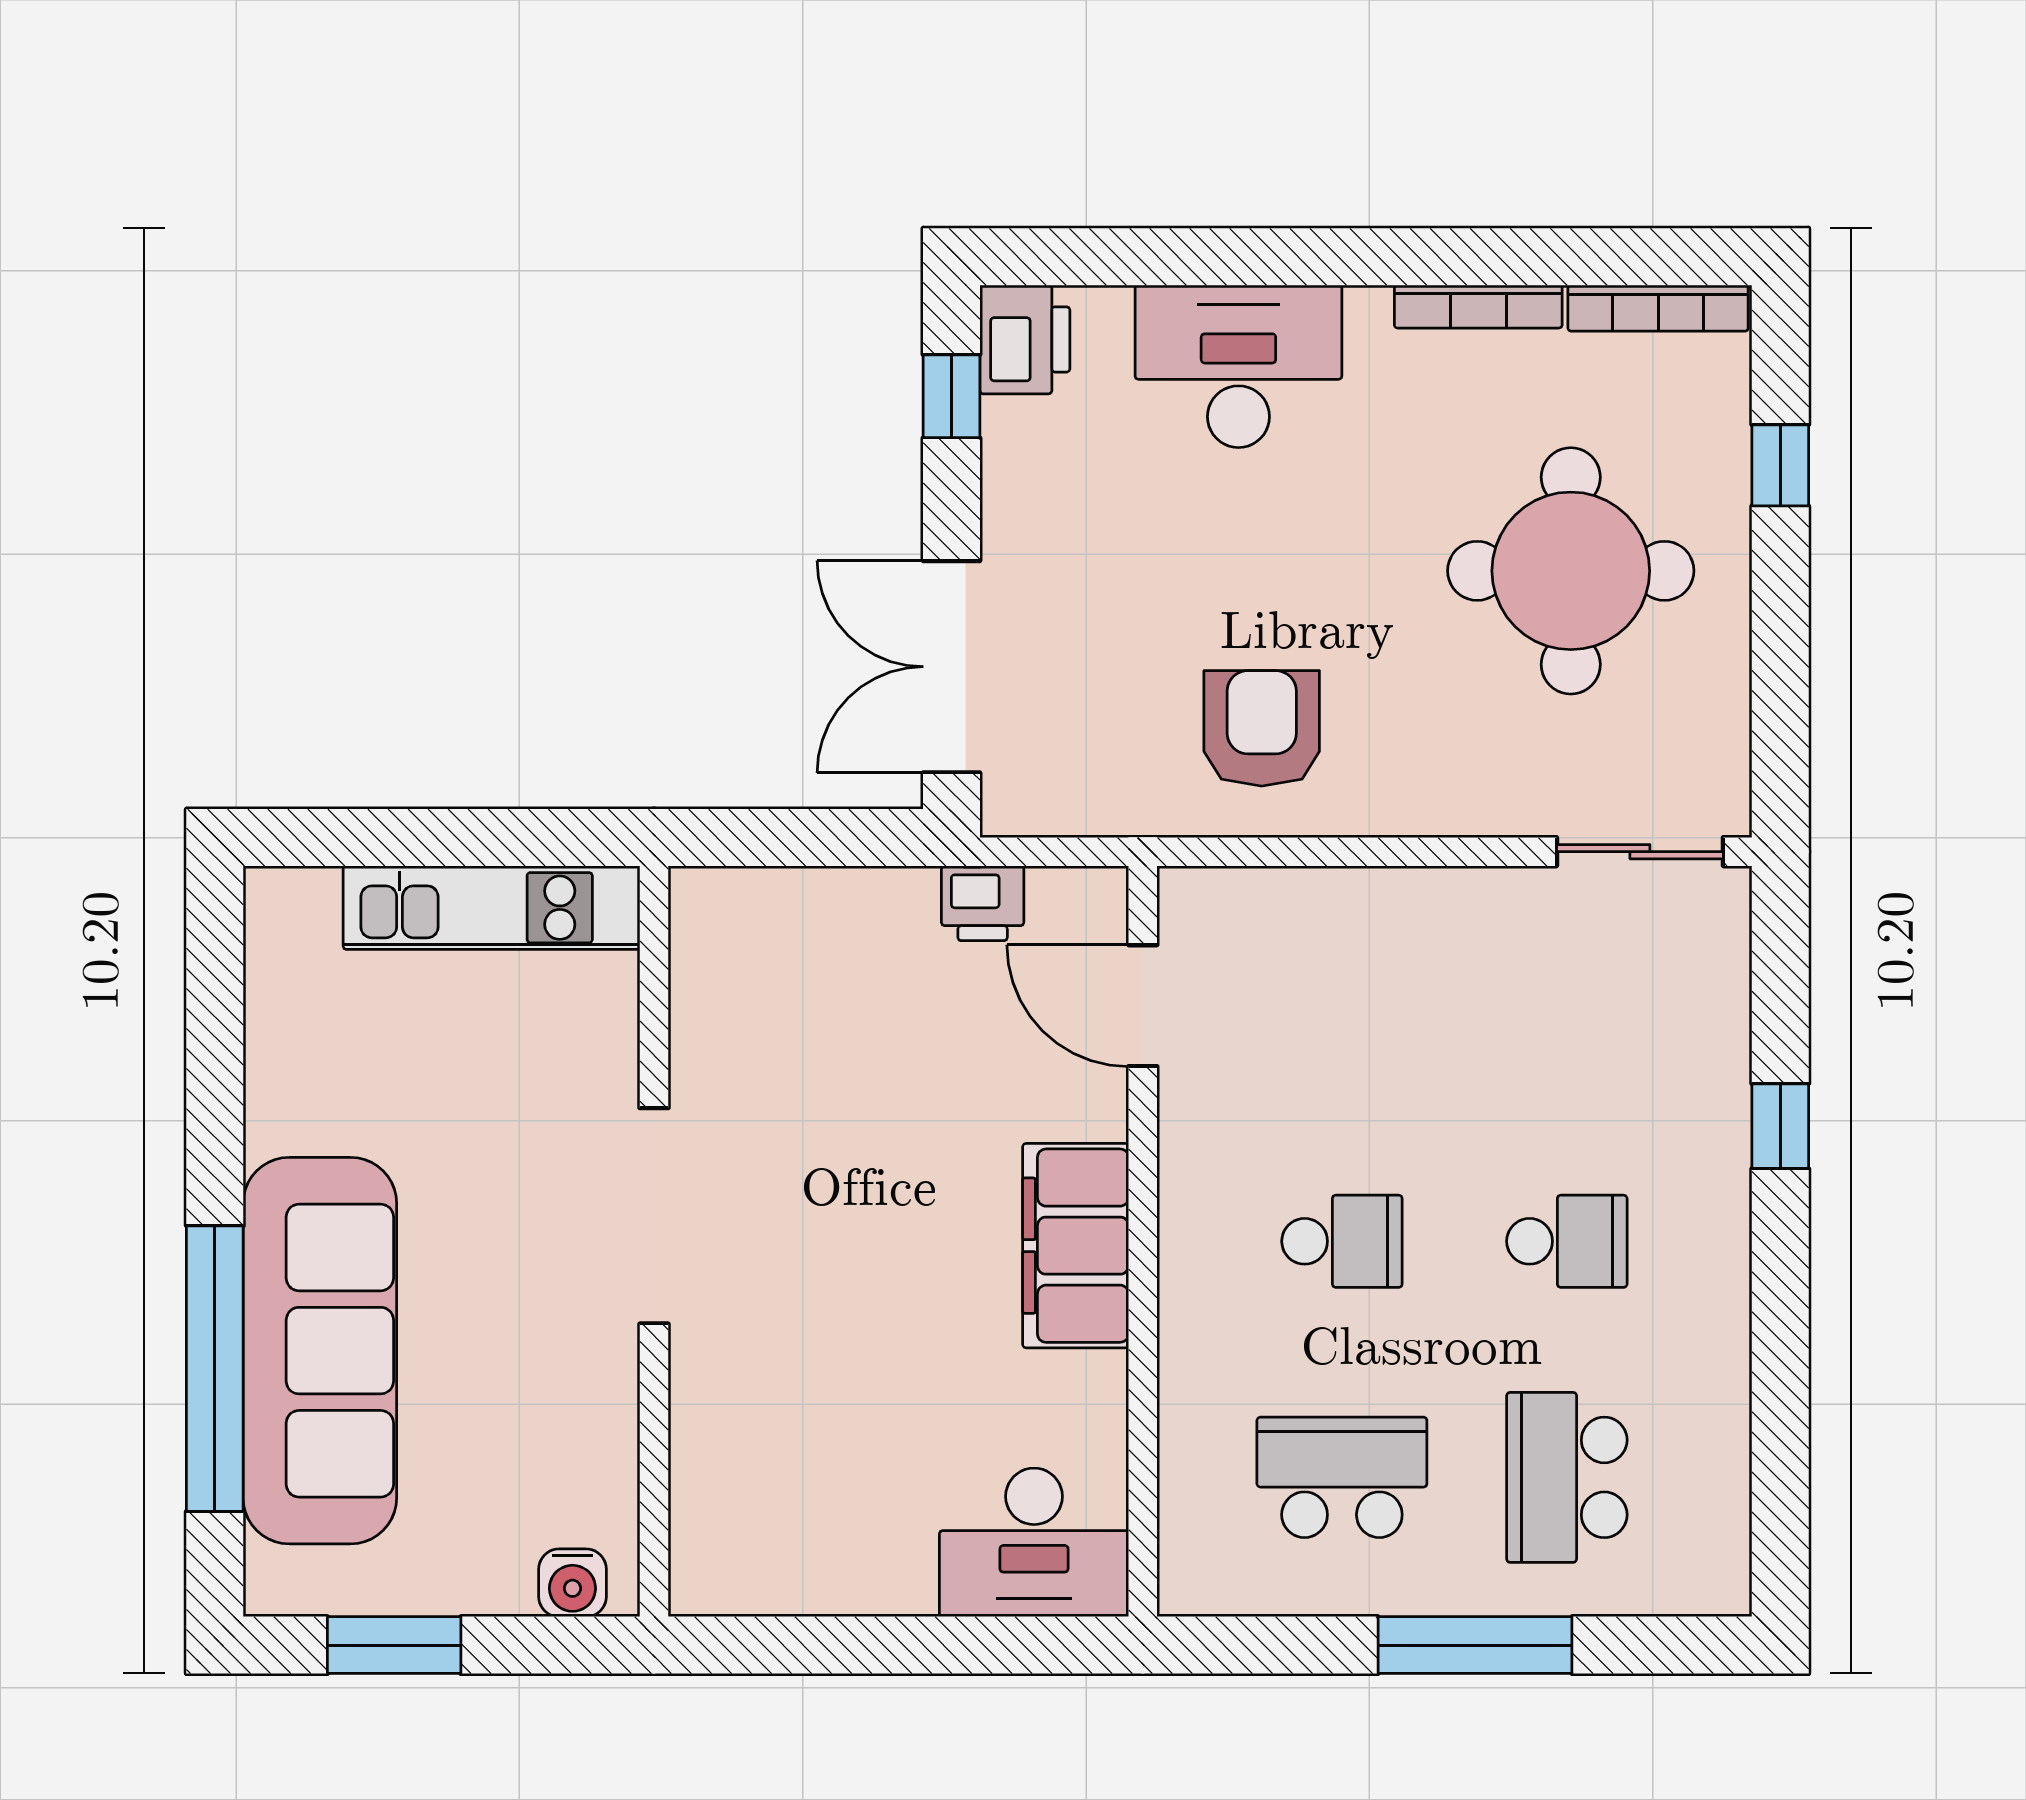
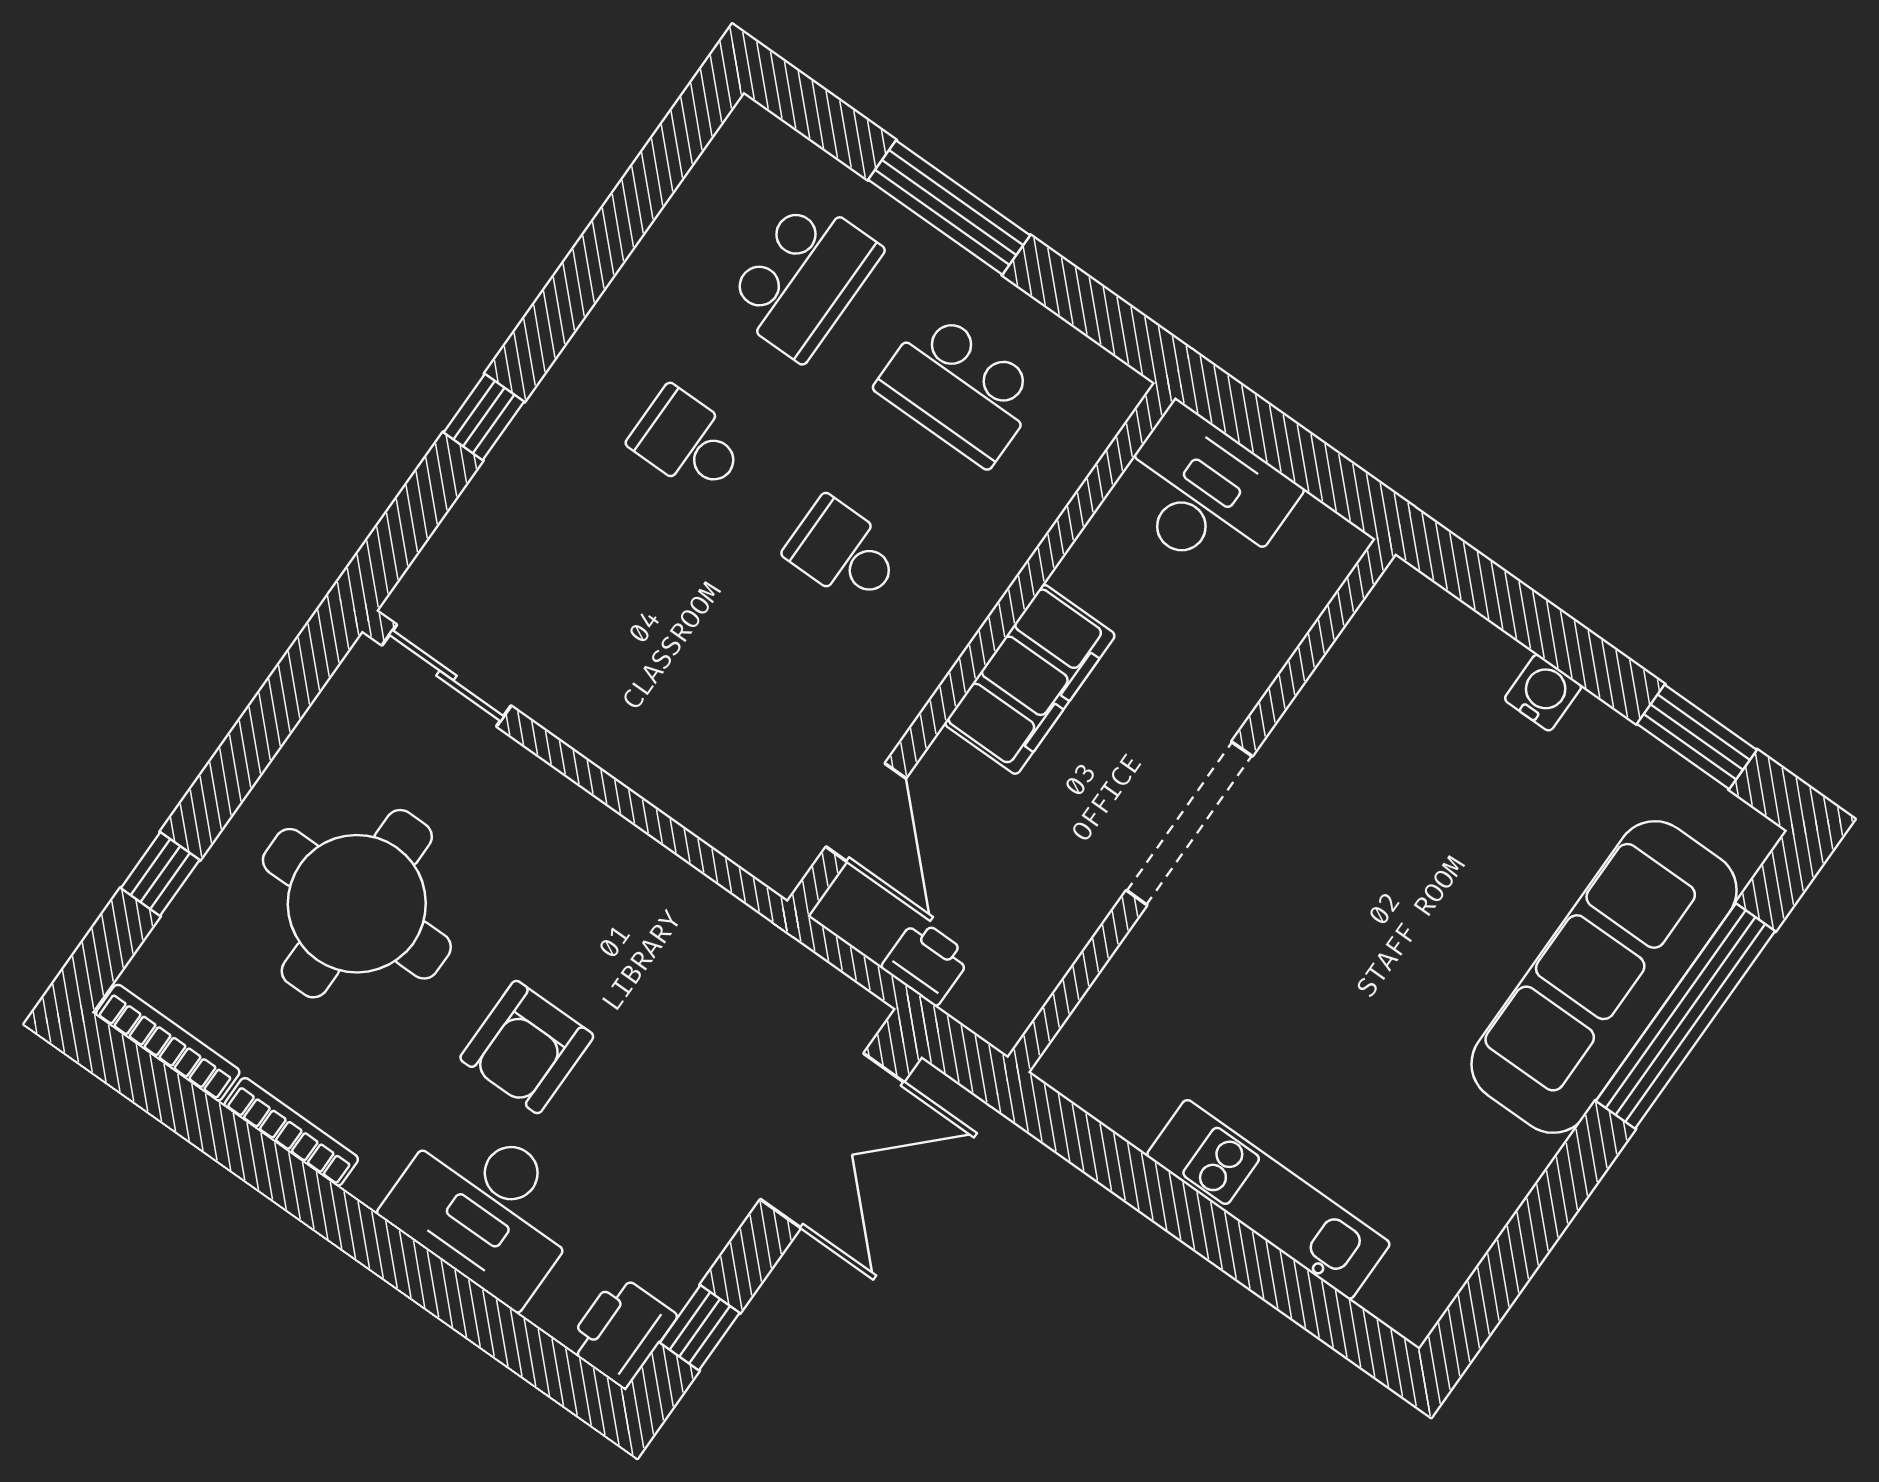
armchair: (1262, 728) -> (527, 1047), moved
doorway: (654, 1216) -> (1189, 823), moved
wall: (654, 1241) -> (1202, 806), moved

